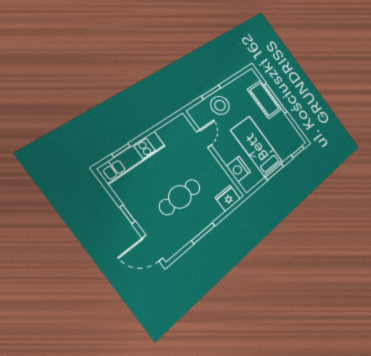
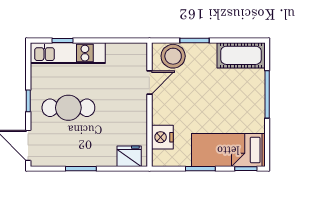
cot: (265, 99) -> (241, 55), moved, turned 90
stool: (220, 105) -> (173, 56), moved
bed: (257, 147) -> (228, 150), moved, turned -90
cafe table: (180, 197) -> (68, 108), moved

